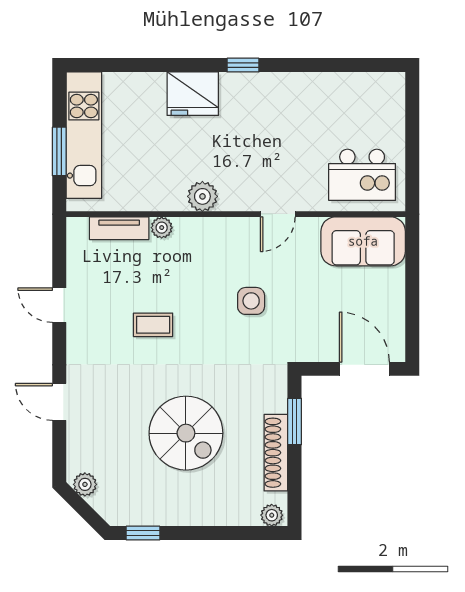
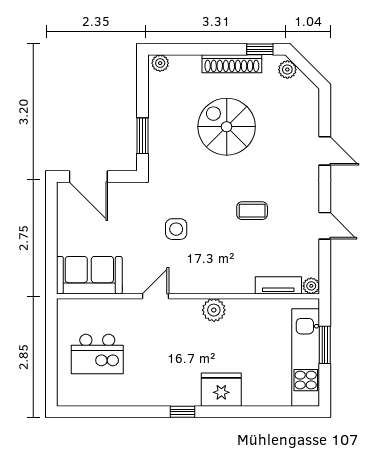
kitchen island: (362, 175) -> (97, 354), moved, turned 180
plant: (162, 228) -> (311, 286), moved
shoe rack: (276, 453) -> (232, 64), moved, turned 90
plant: (85, 484) -> (287, 70), moved

